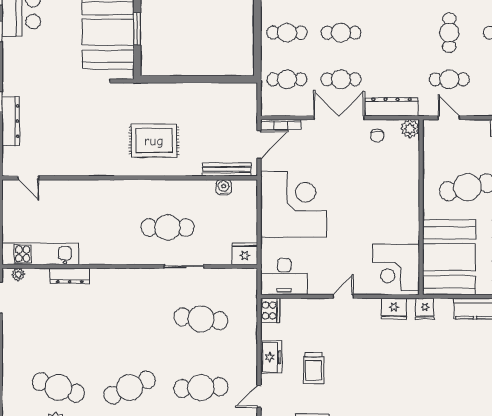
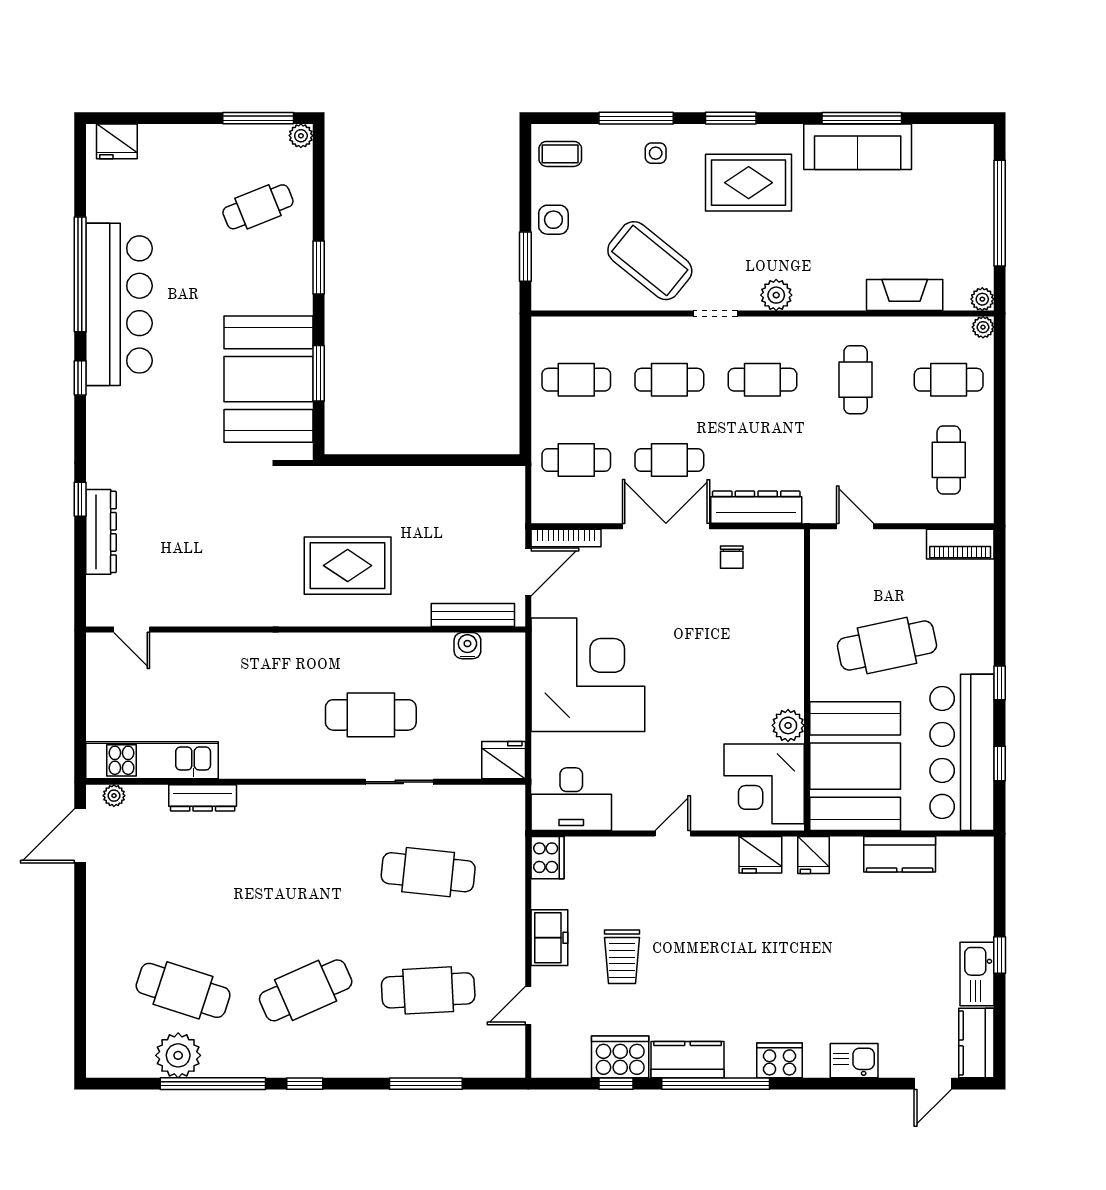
cafe table: (449, 79) -> (762, 380), moved
plant: (410, 129) -> (788, 725), moved

